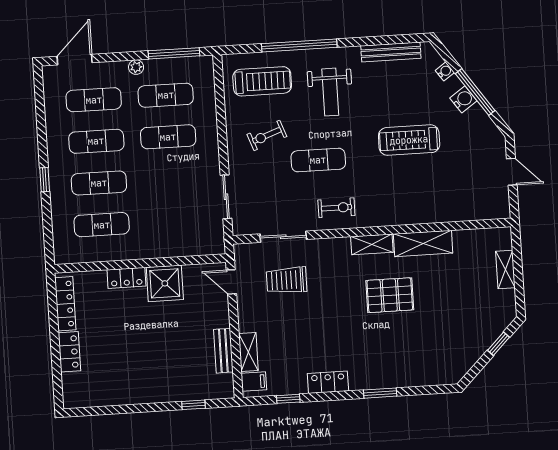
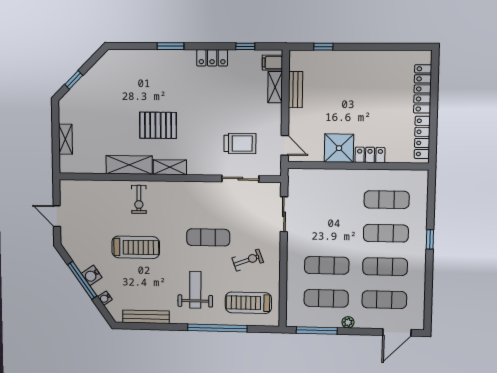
exercise bike: (336, 208) -> (139, 199), moved, turned -90
locker: (69, 352) -> (423, 89), width x1.53

